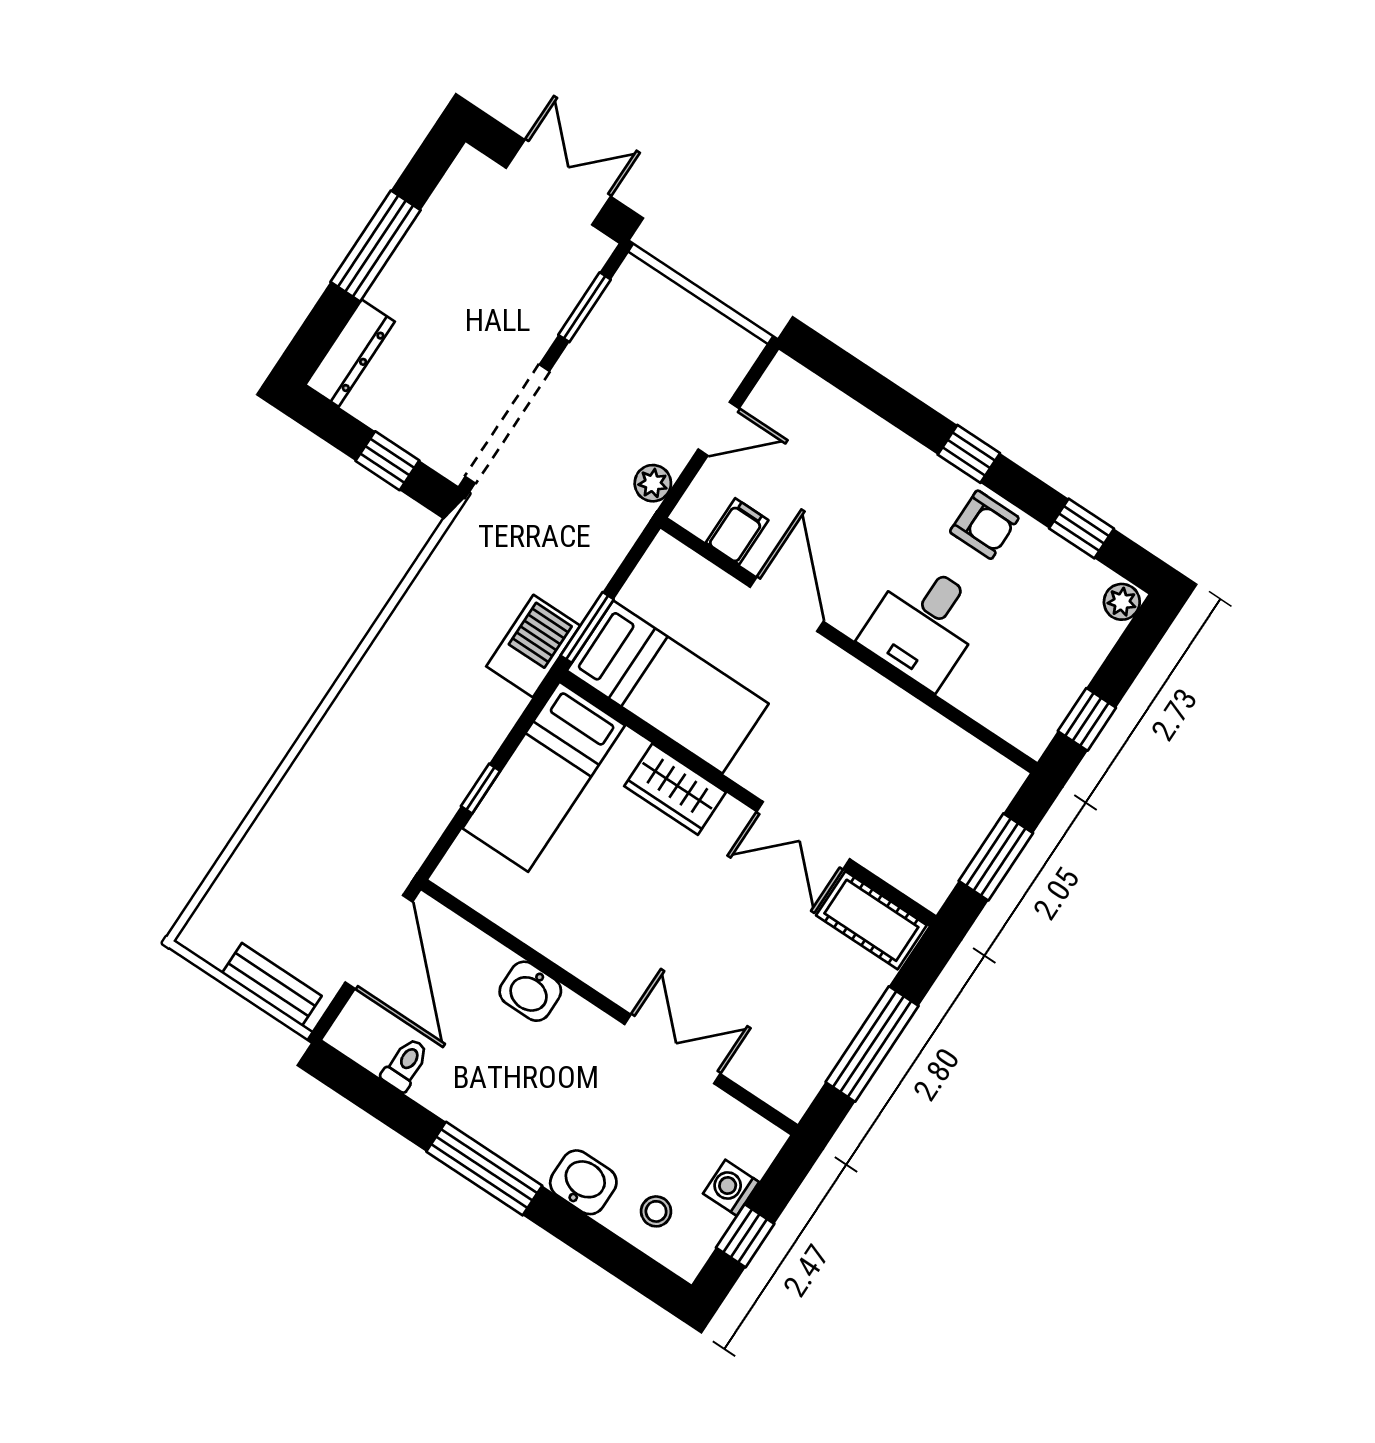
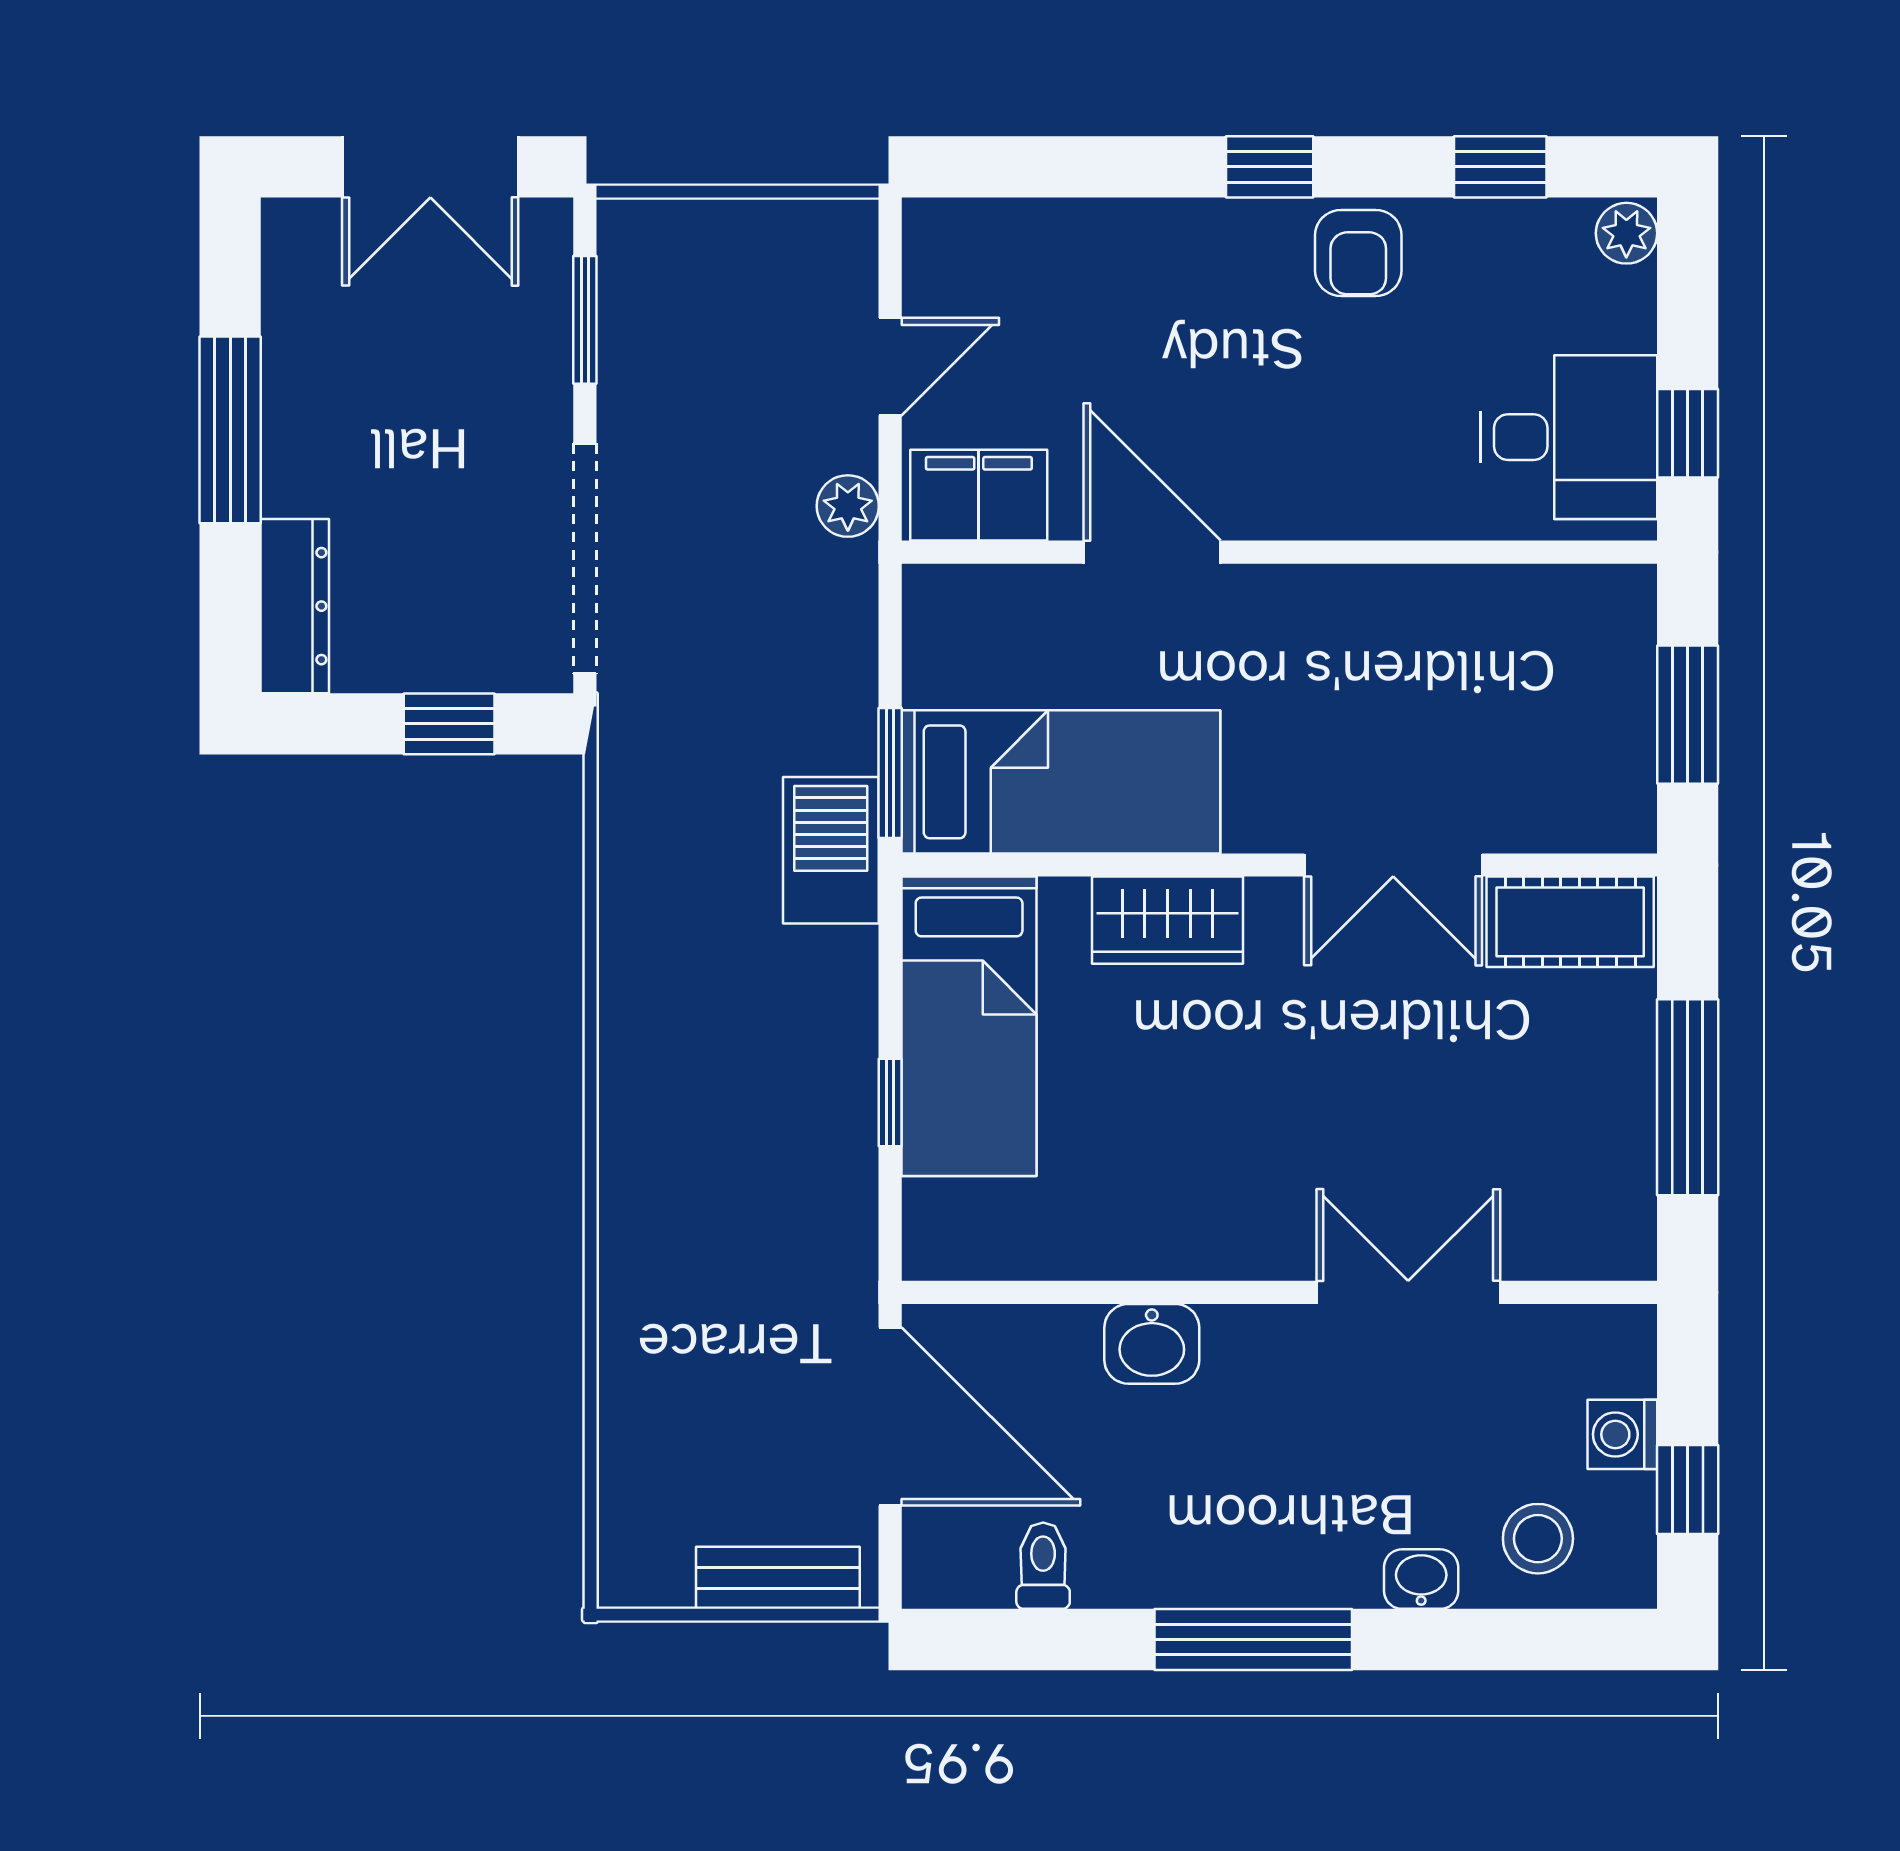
double door: (558, 182) -> (430, 167), swing flipped
armchair: (984, 525) -> (1358, 253), turned 90
filing cabinet: (737, 531) -> (979, 495), width x2.00
desk: (924, 625) -> (1569, 437), moved, turned -90
washbasin: (583, 1182) -> (1421, 1579), width x0.72, depth x0.69
stool: (656, 1211) -> (1538, 1539), width x1.37, depth x1.37

